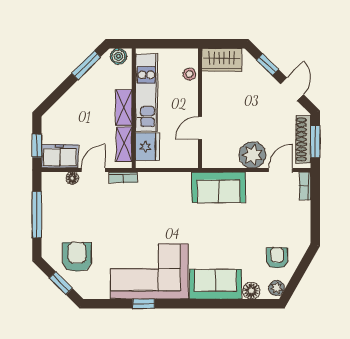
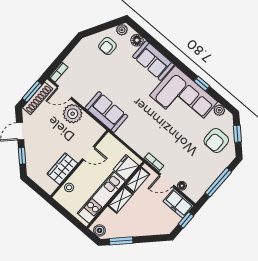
wardrobe: (222, 60) -> (62, 169), moved, turned -90
plant: (101, 292) -> (219, 110), added

